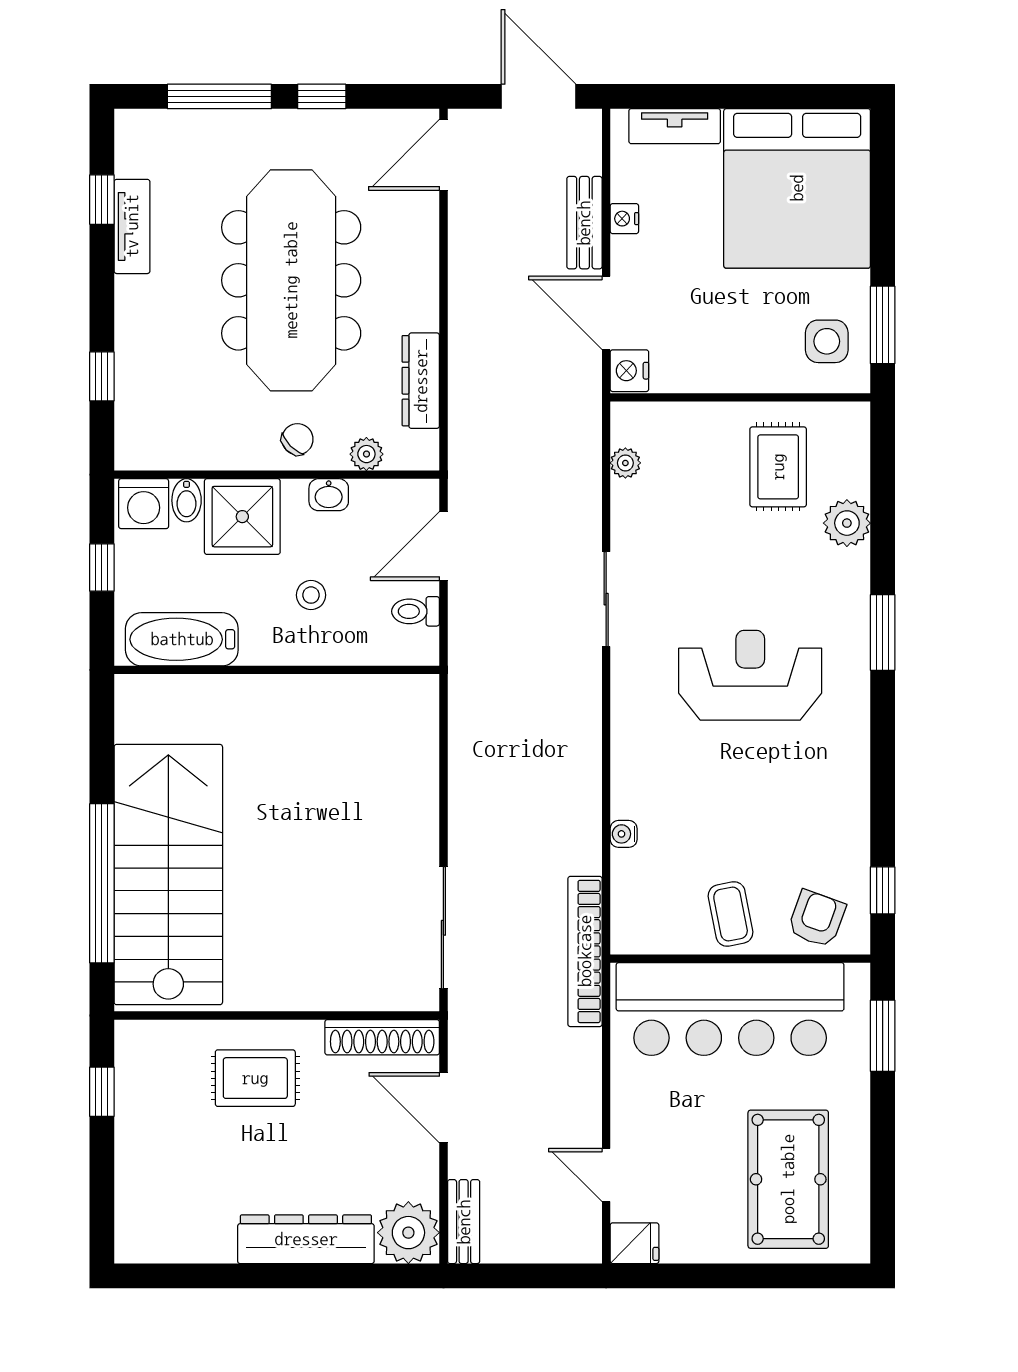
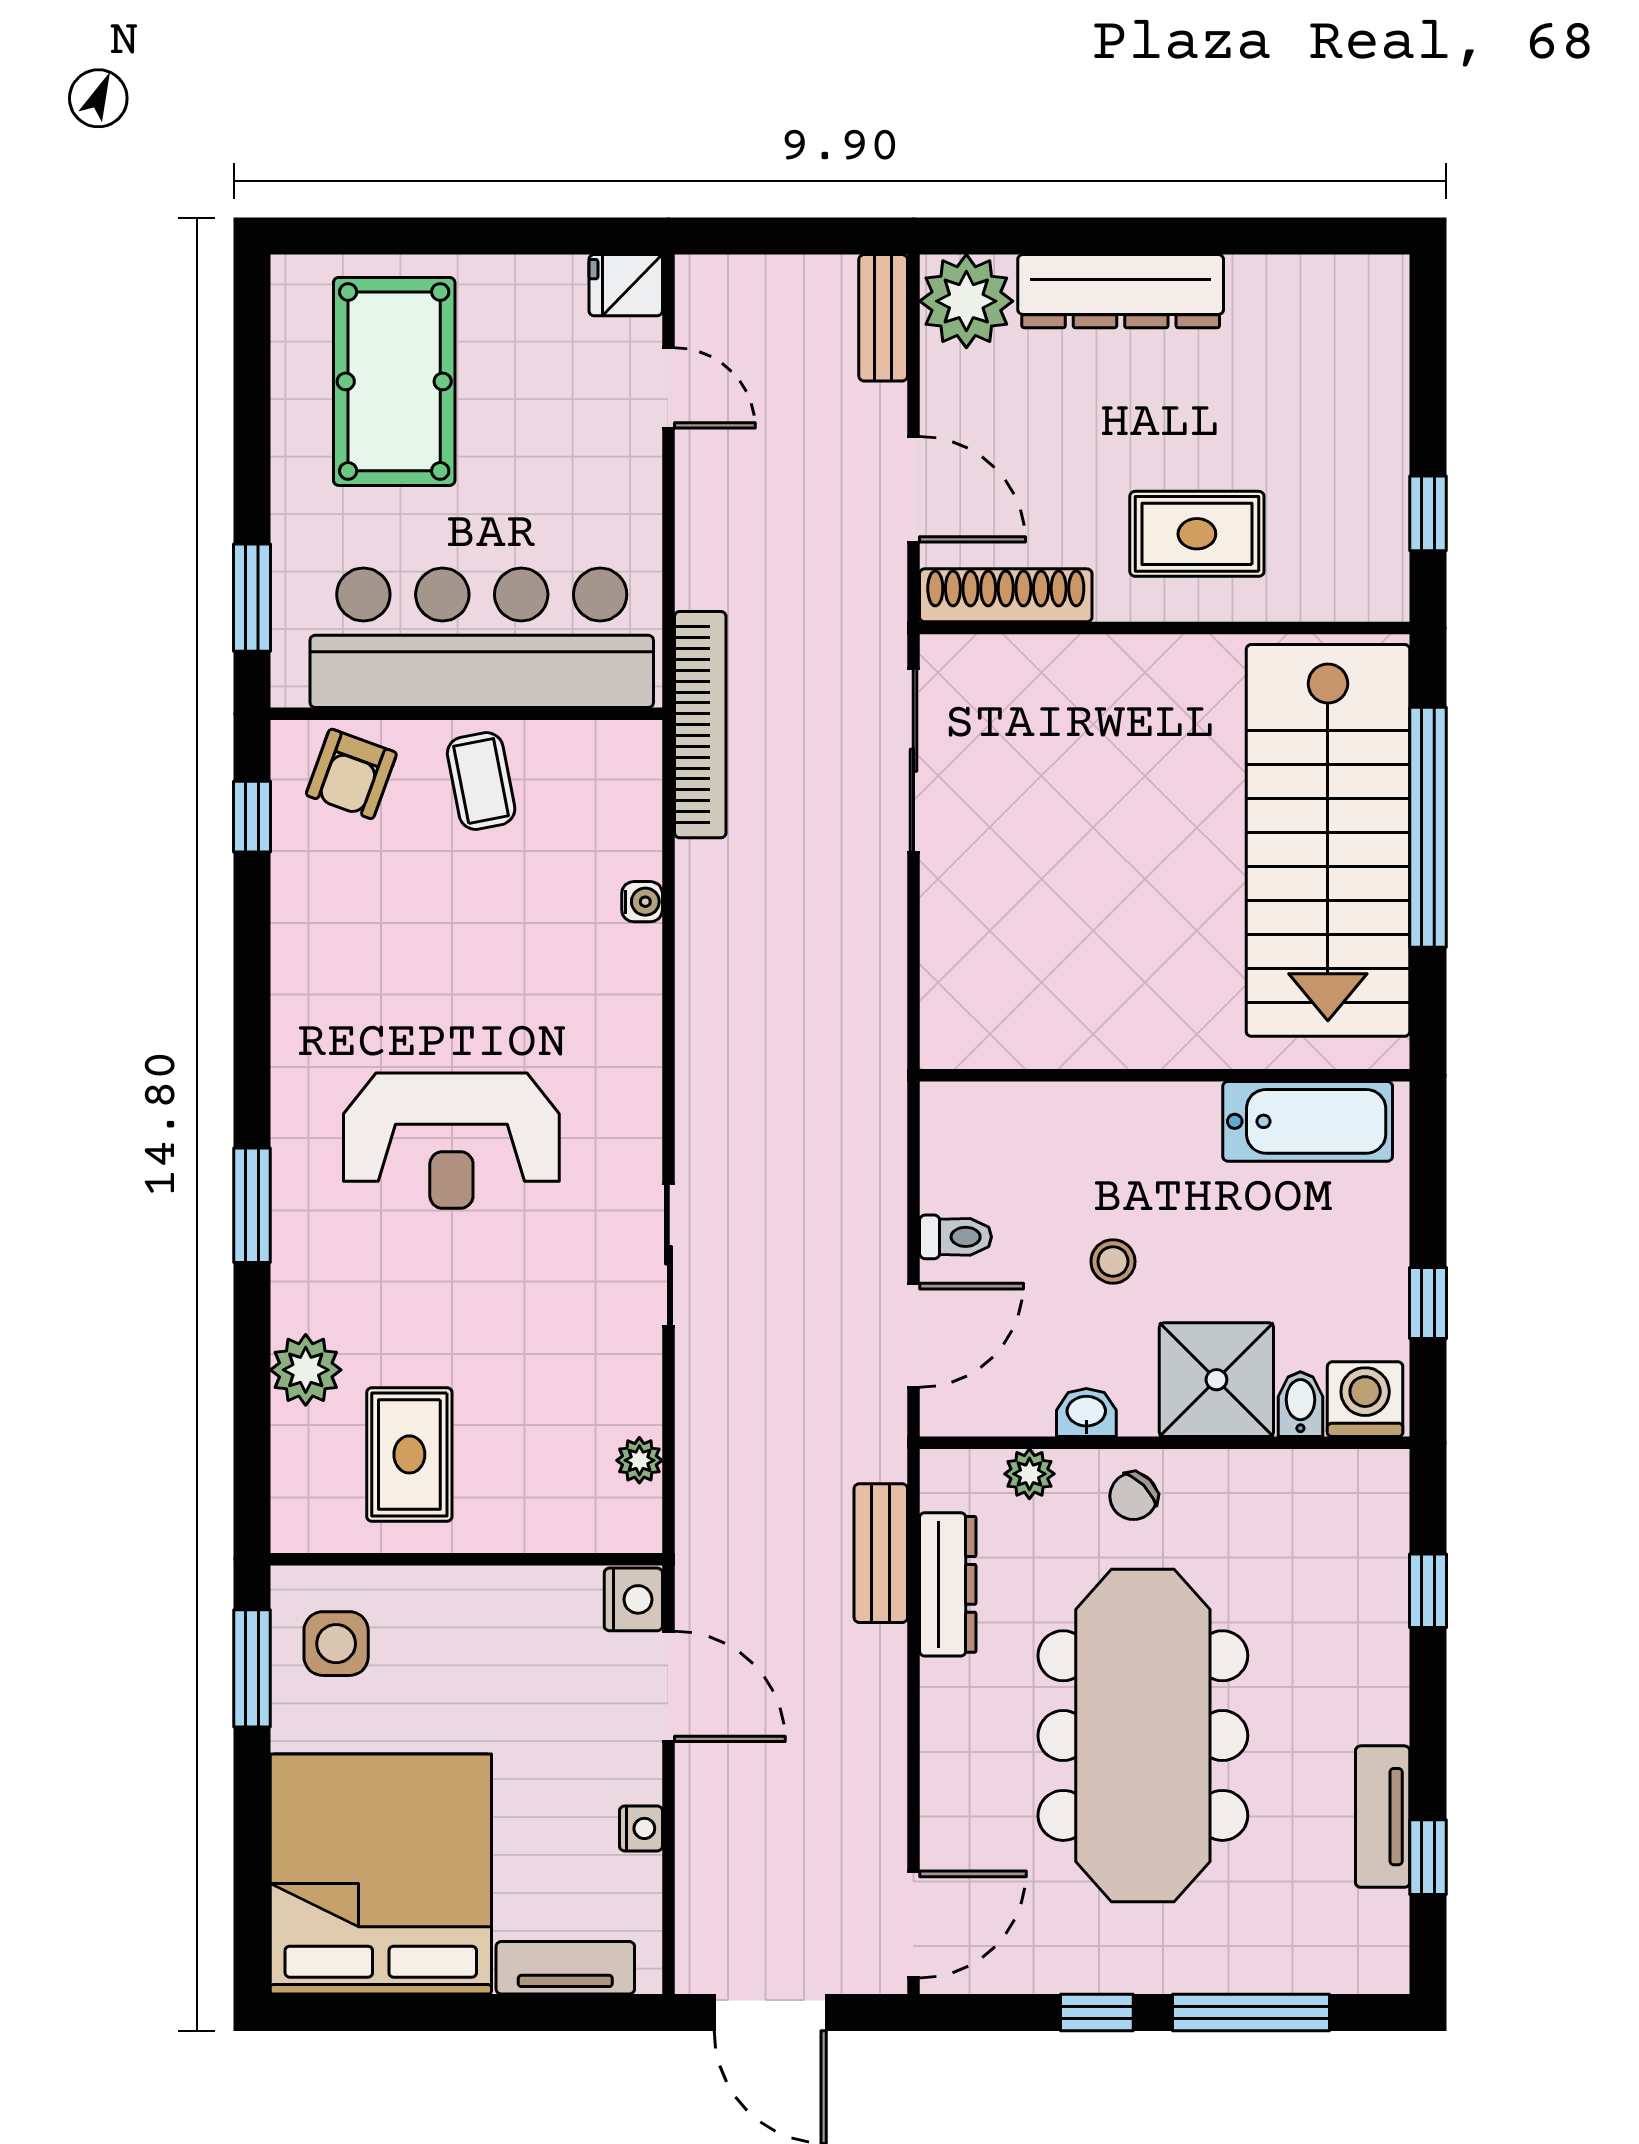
bench: (584, 223) -> (881, 1553), moved
bathtub: (182, 639) -> (1308, 1121), moved
wall: (277, 670) -> (1165, 1075), moved

